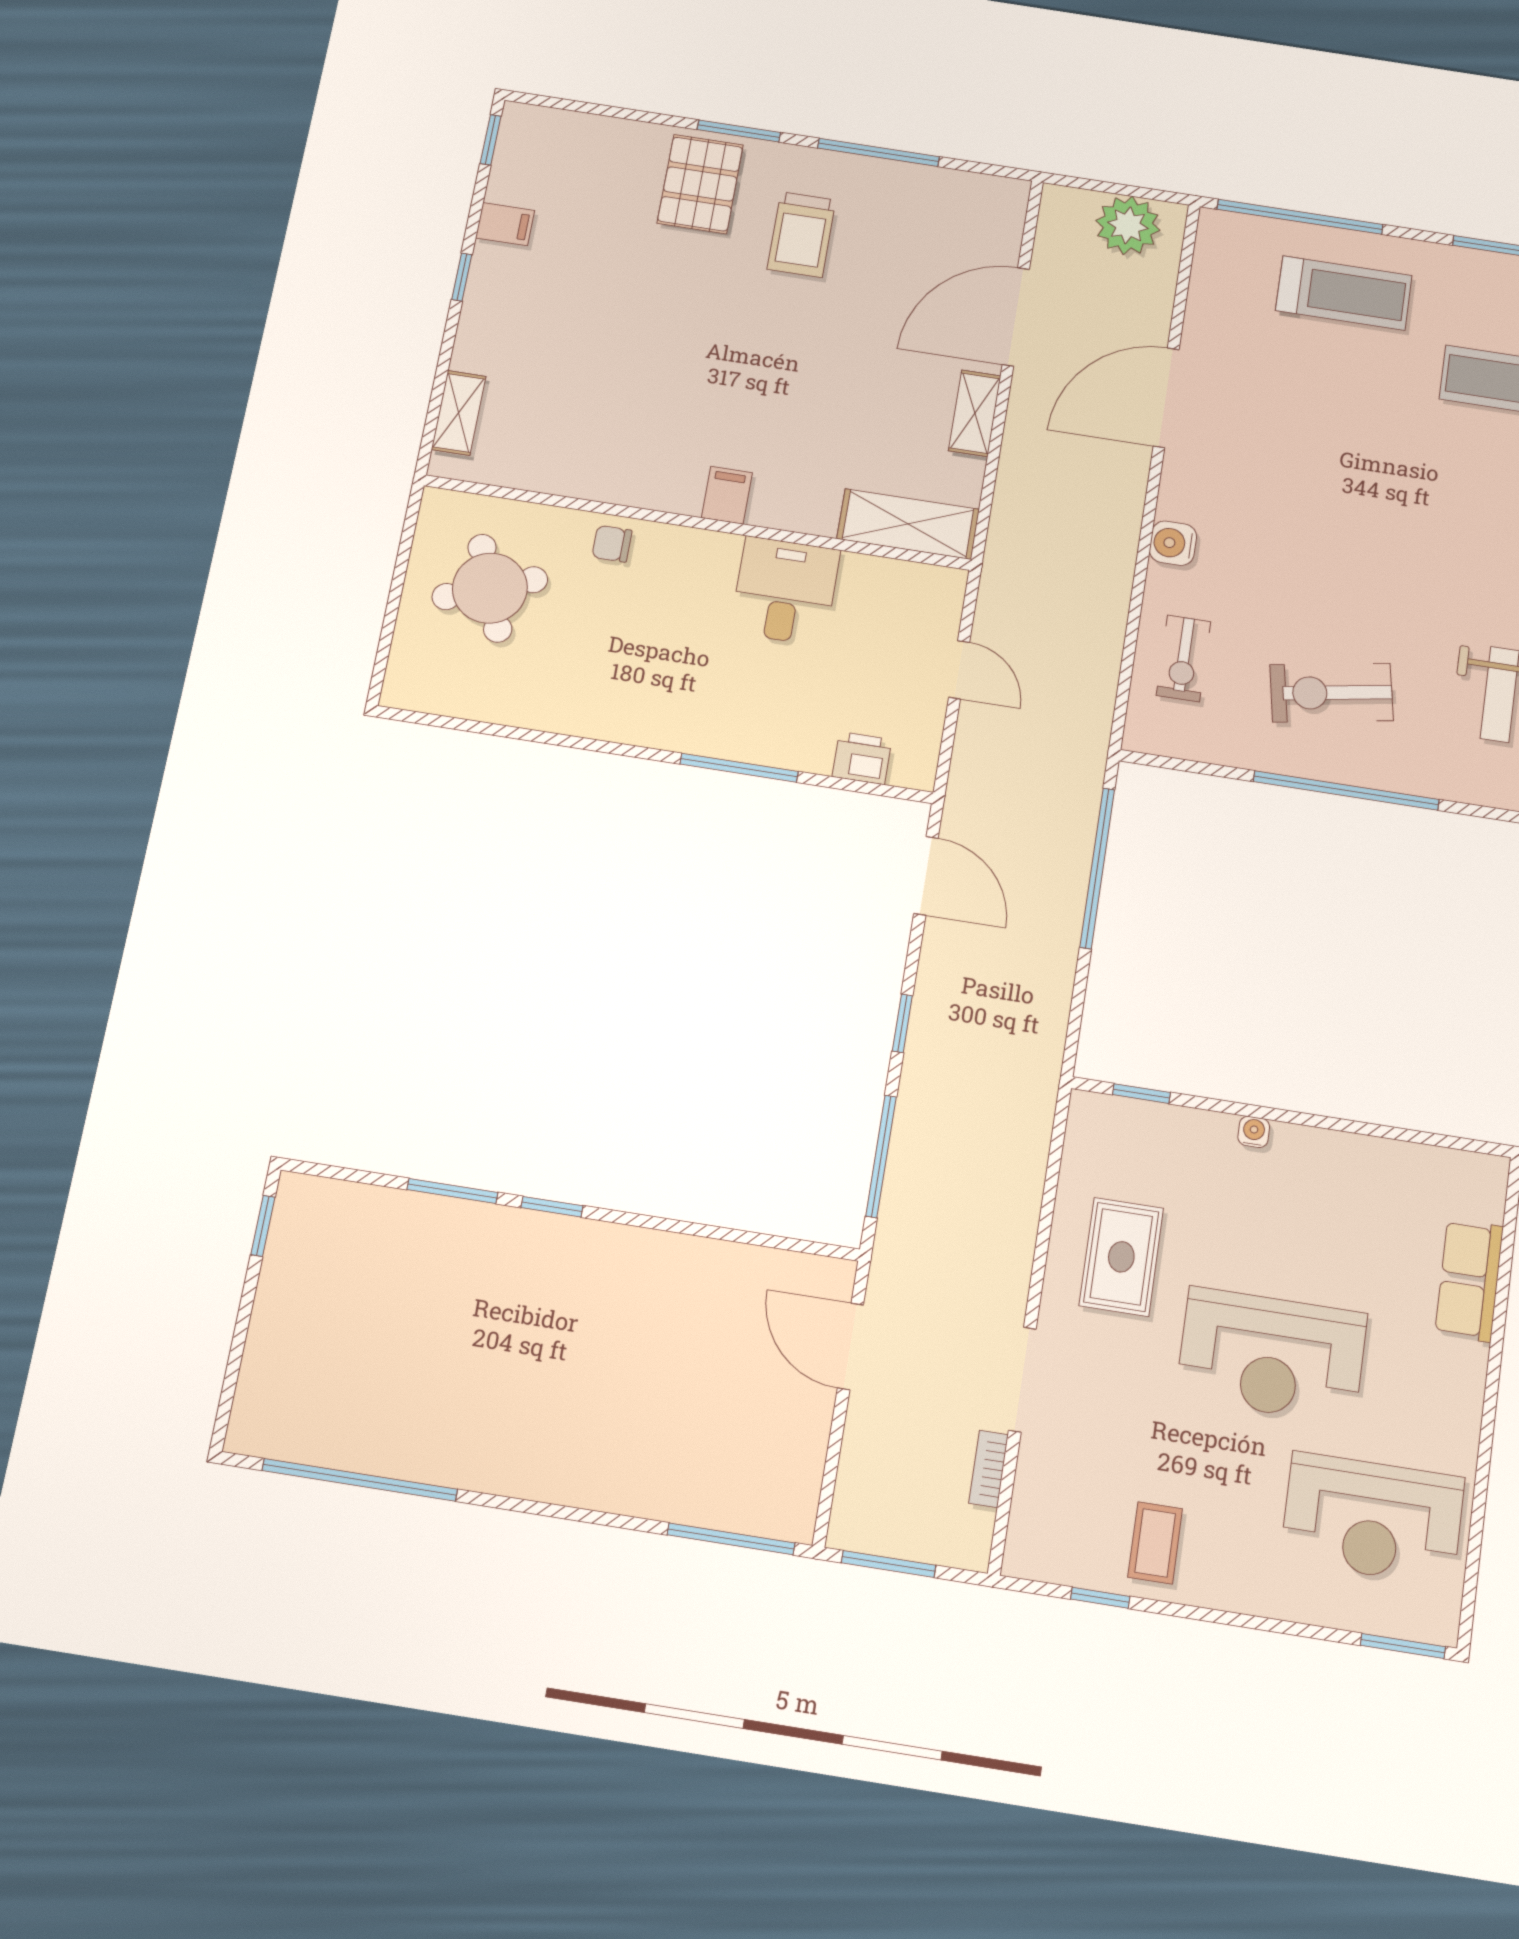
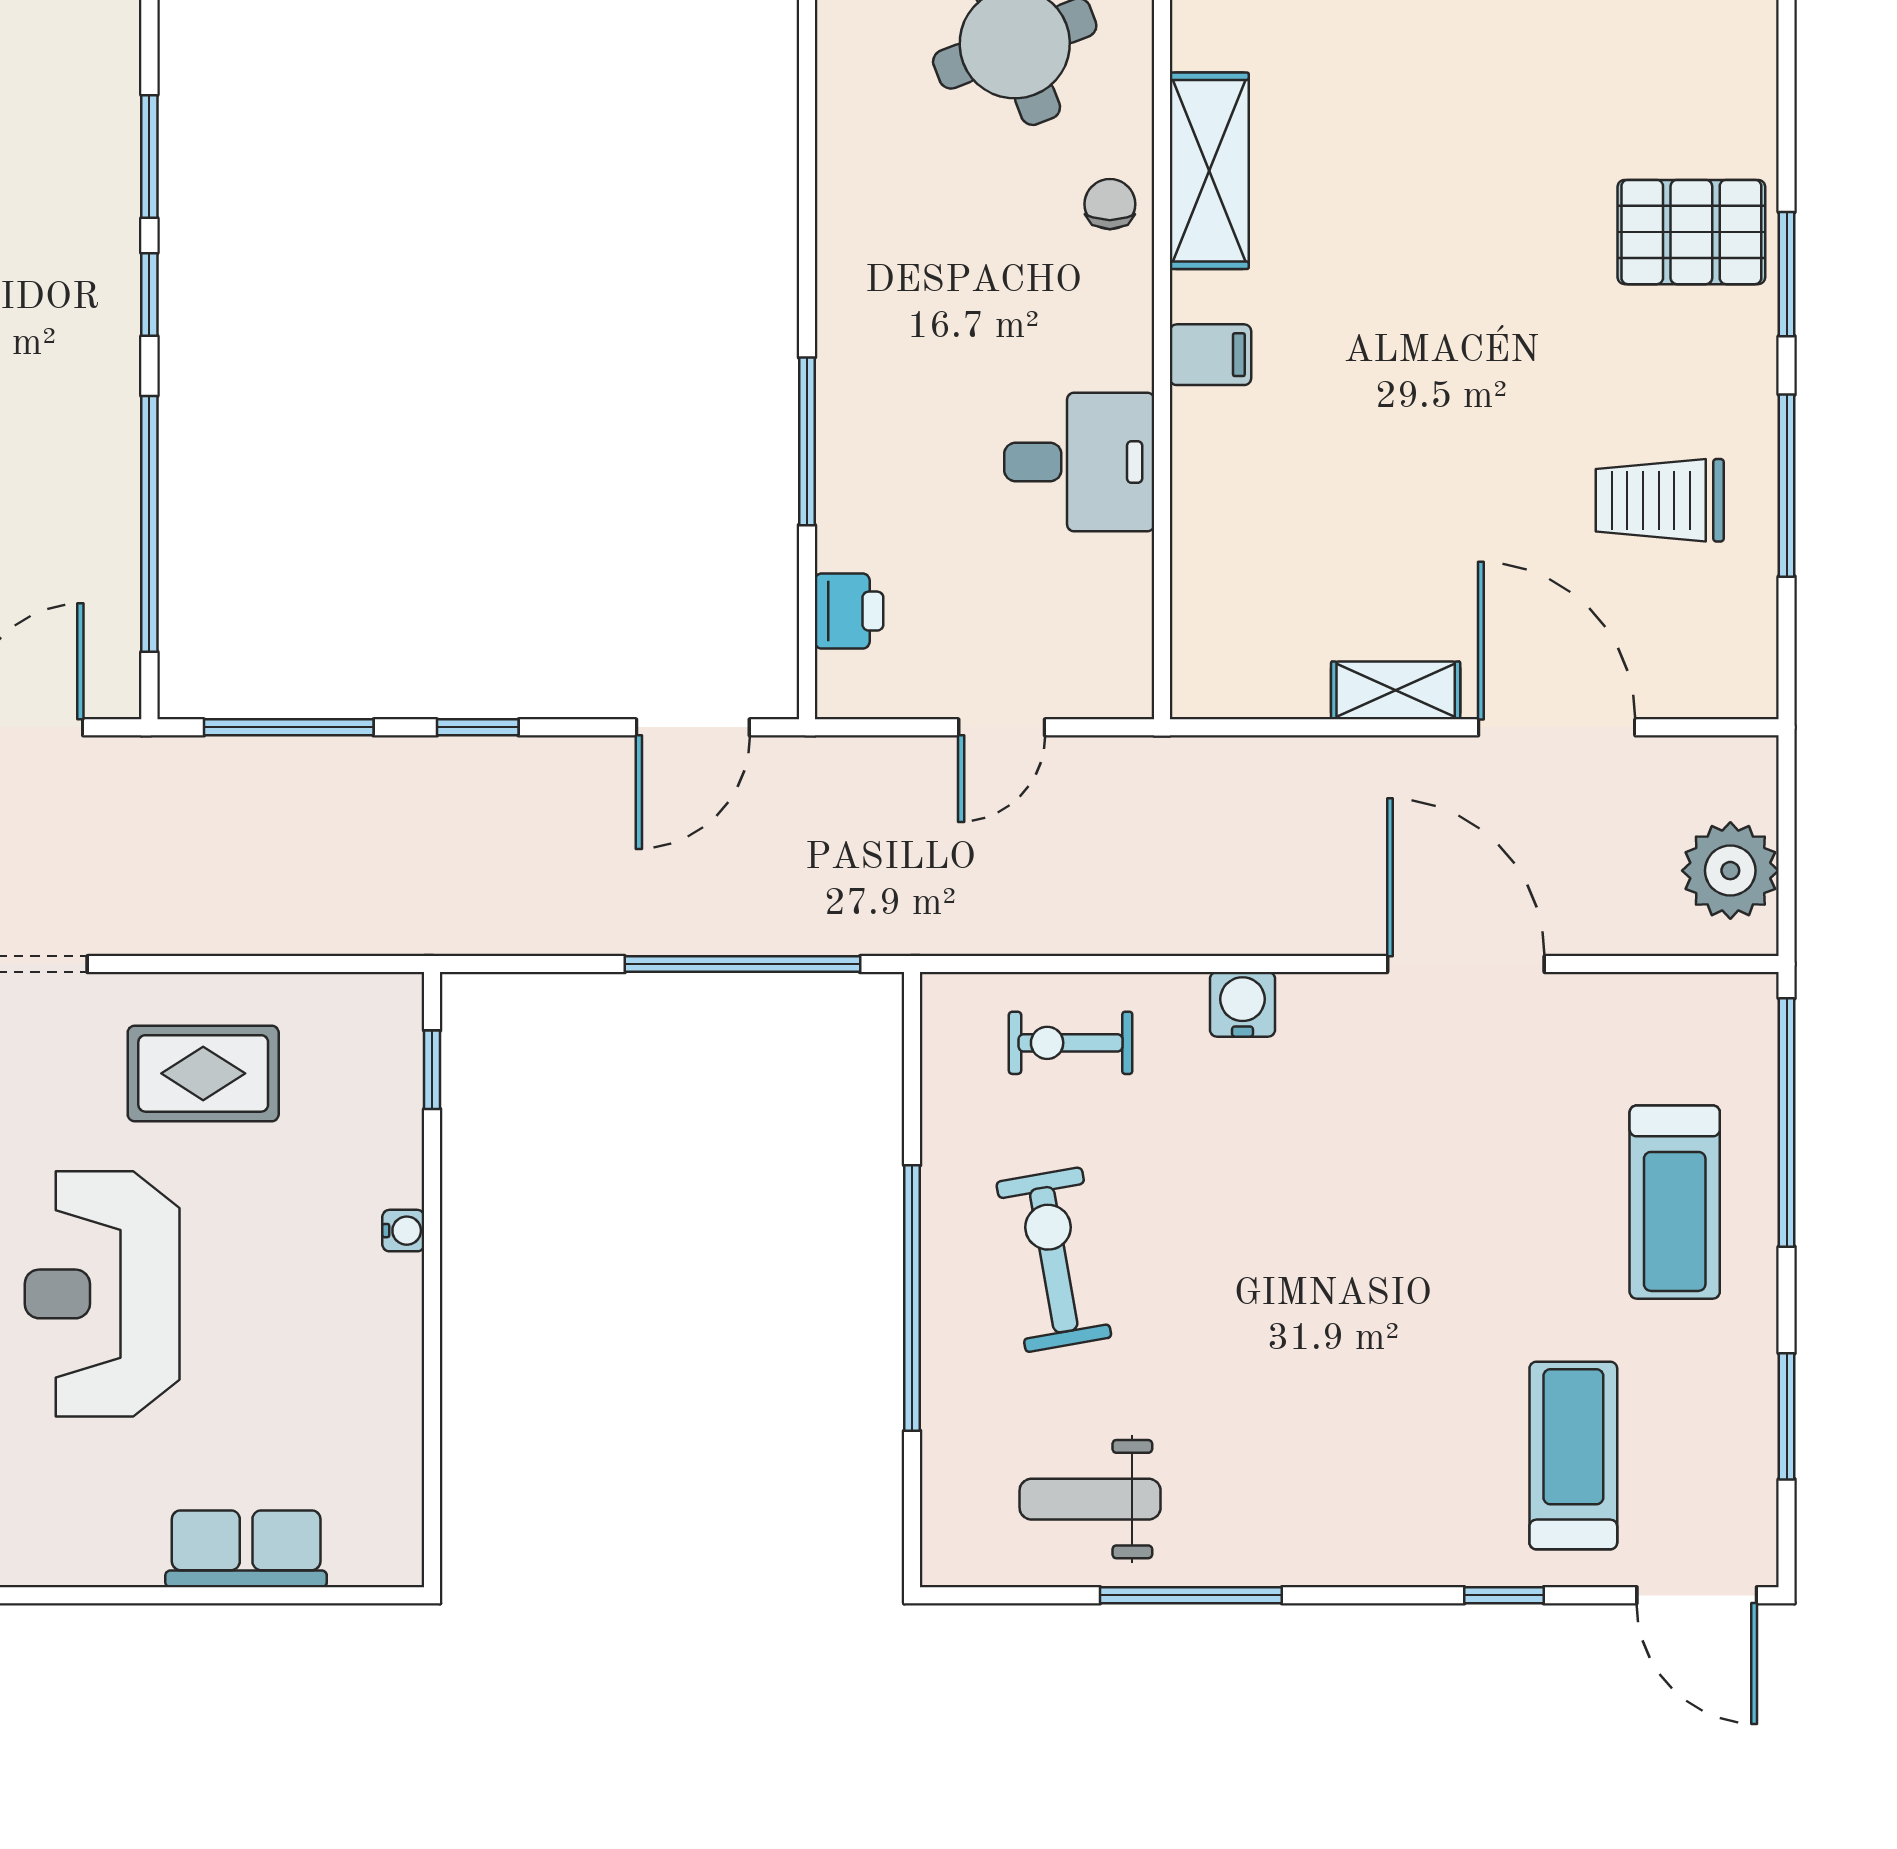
trolley: (801, 235) -> (1660, 500), moved
shelving: (908, 524) -> (1209, 171), moved
window: (718, 1233) -> (149, 524), added

